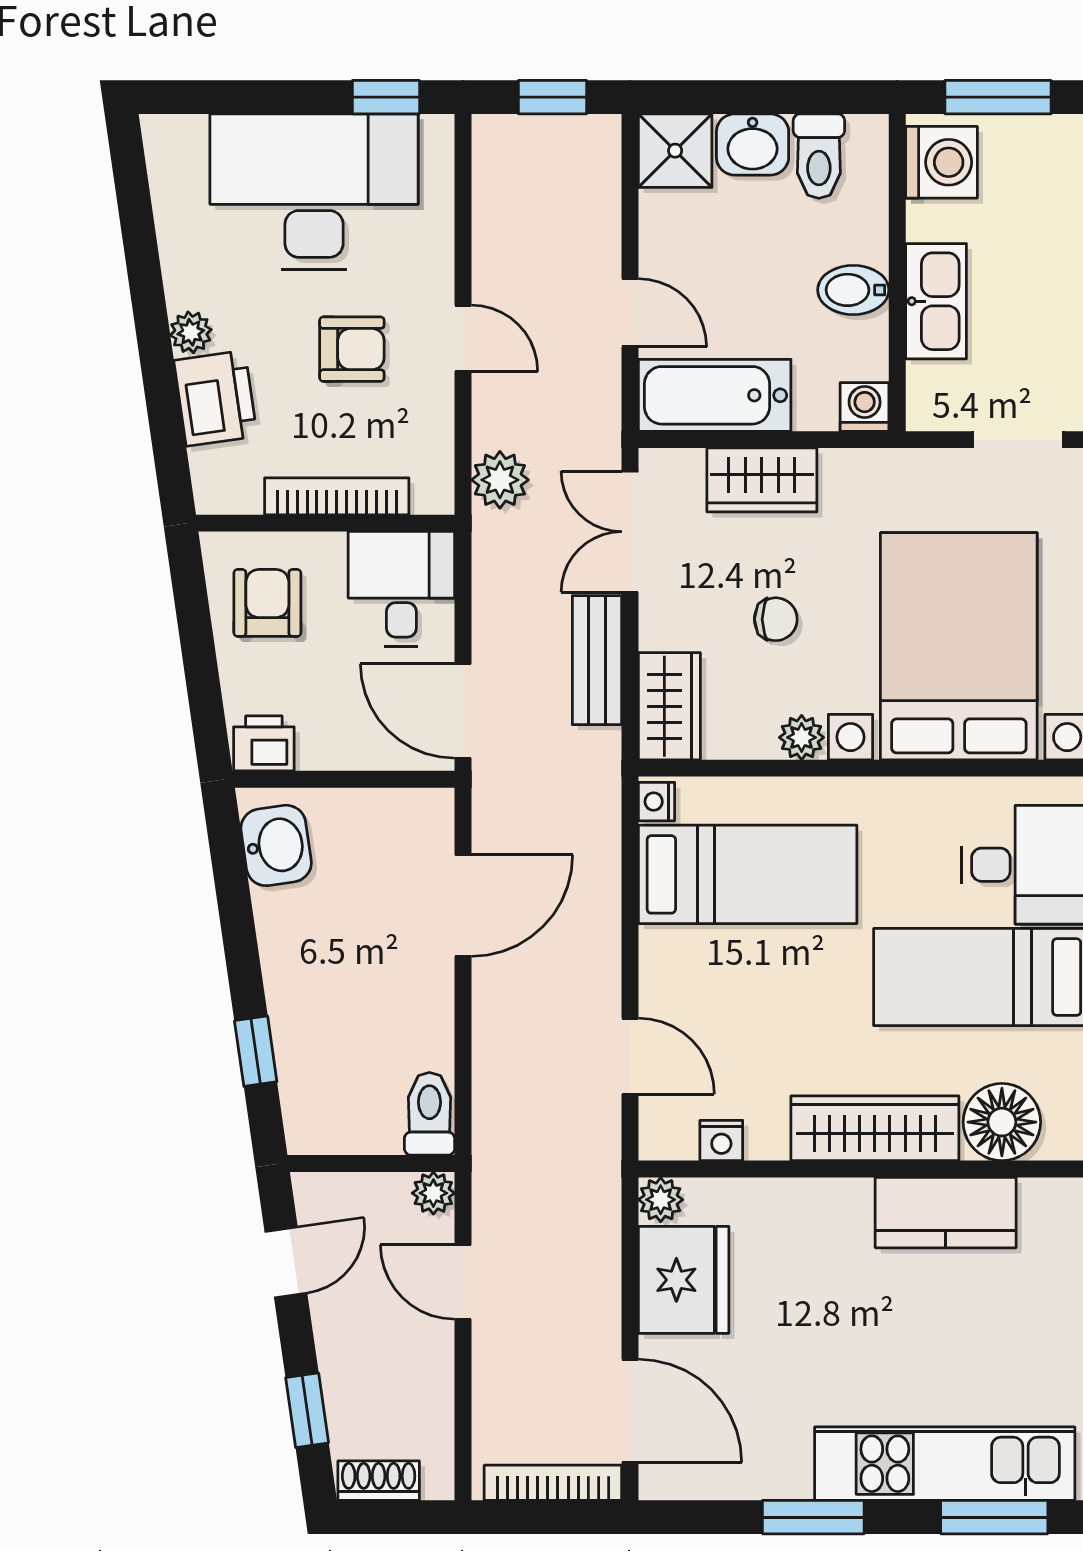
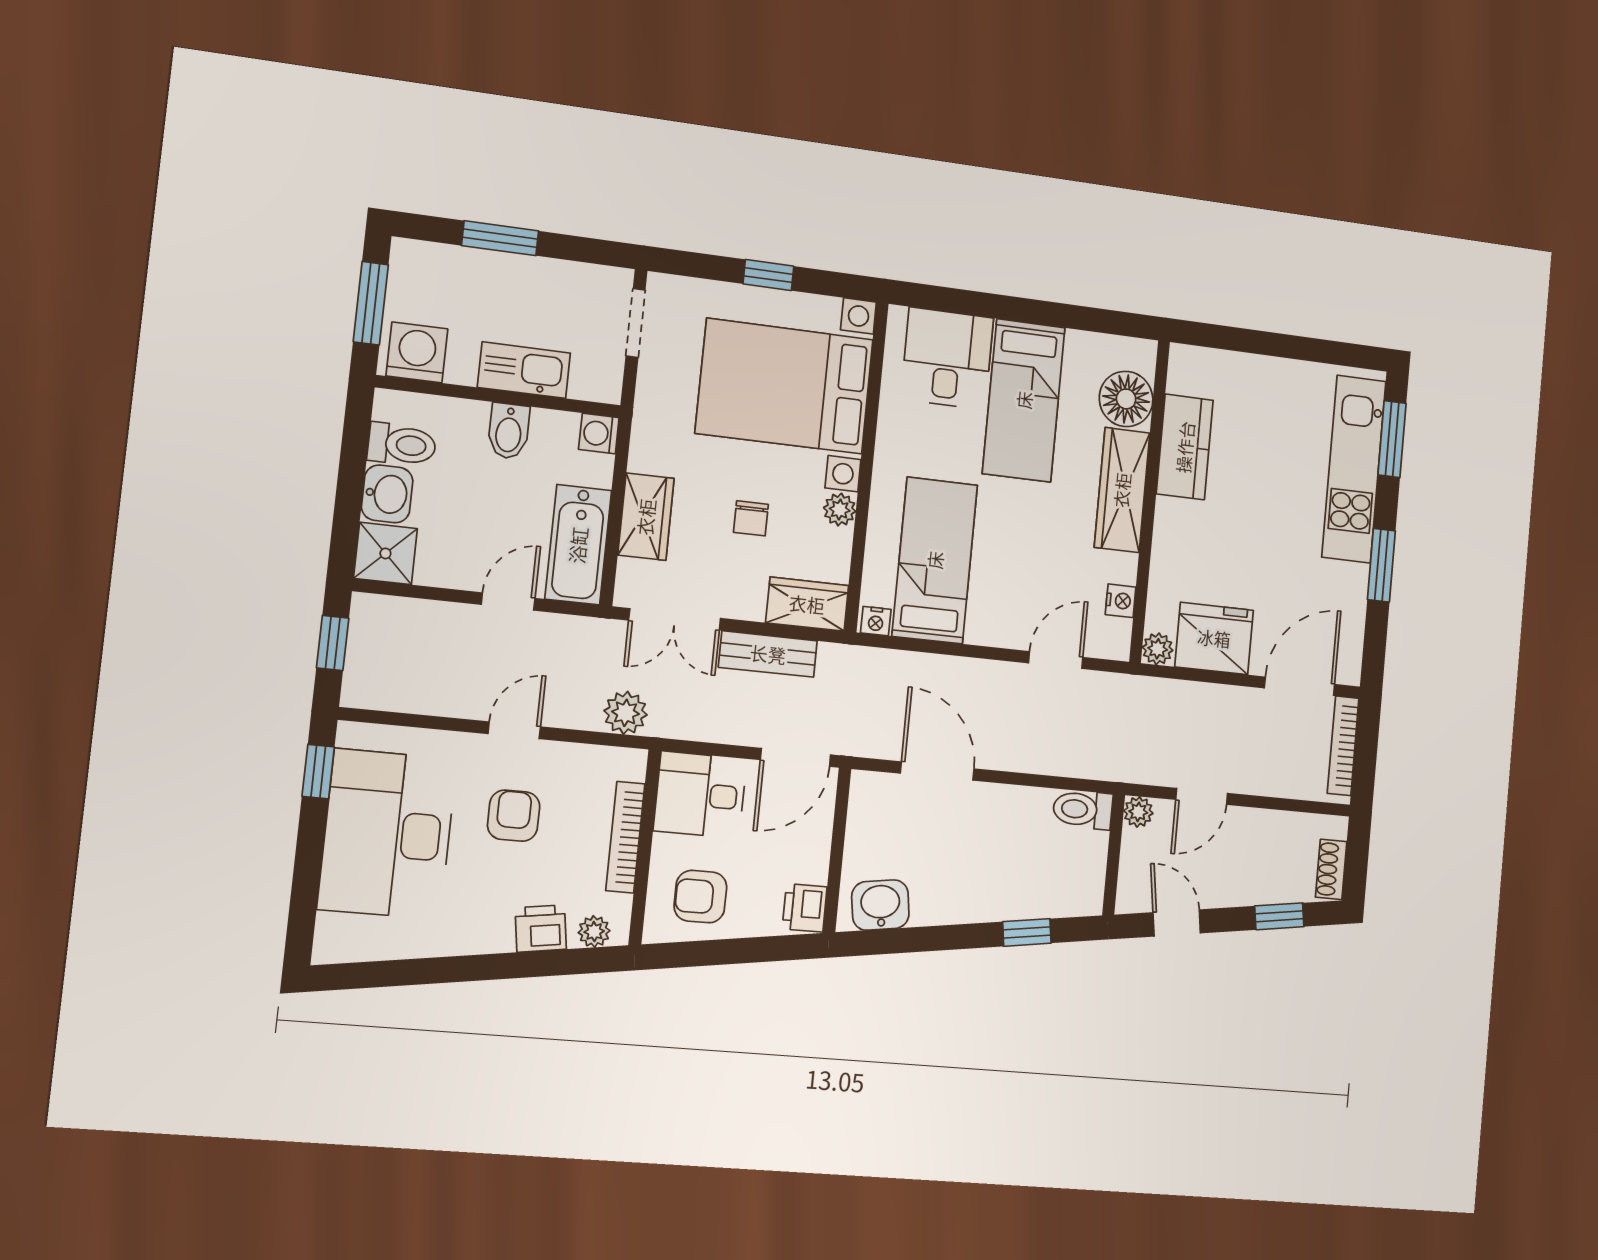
plant: (191, 332) -> (594, 932), moved
printer: (216, 398) -> (541, 929), width x0.73, depth x0.81
chair: (776, 619) -> (751, 518), turned 180

